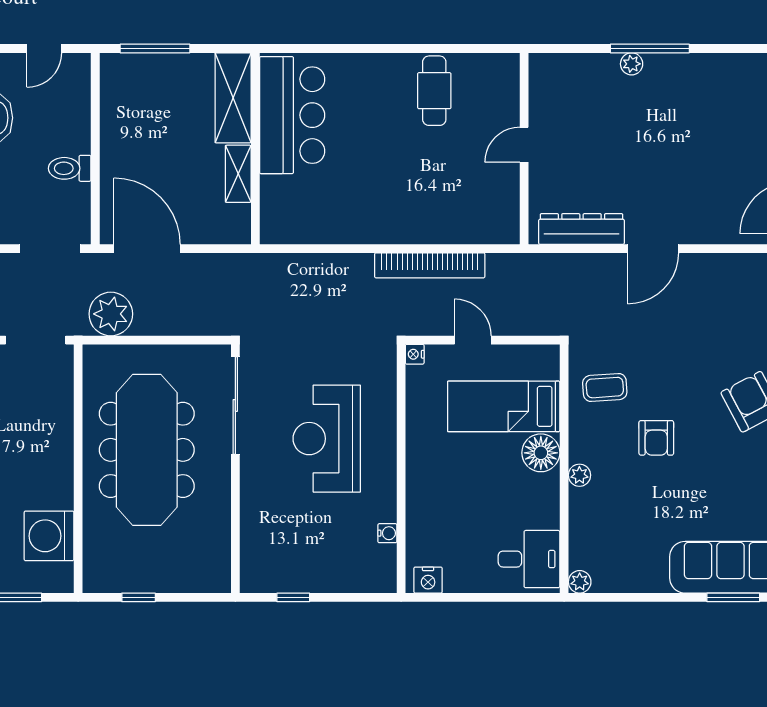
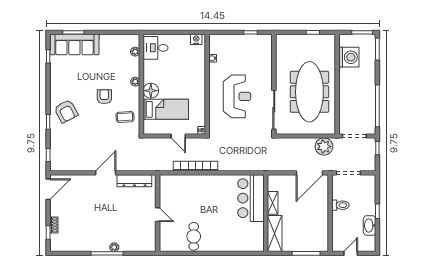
bar counter: (292, 115) -> (251, 198), moved
door: (524, 145) -> (158, 215), hinge flipped
door: (147, 249) -> (309, 173), hinge flipped
plant: (580, 582) -> (135, 52), moved

